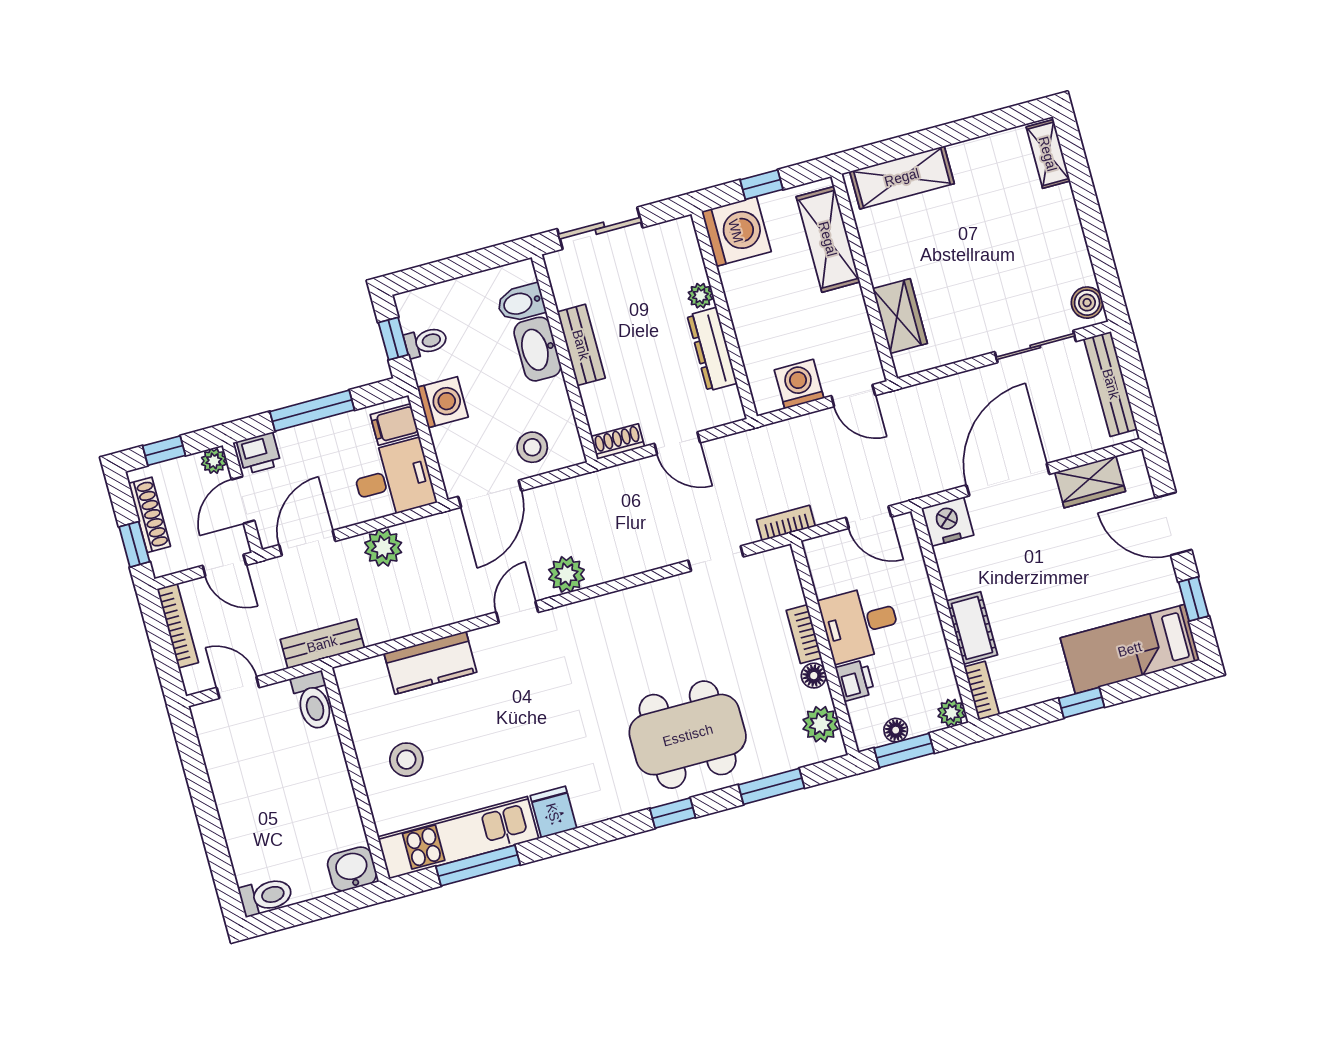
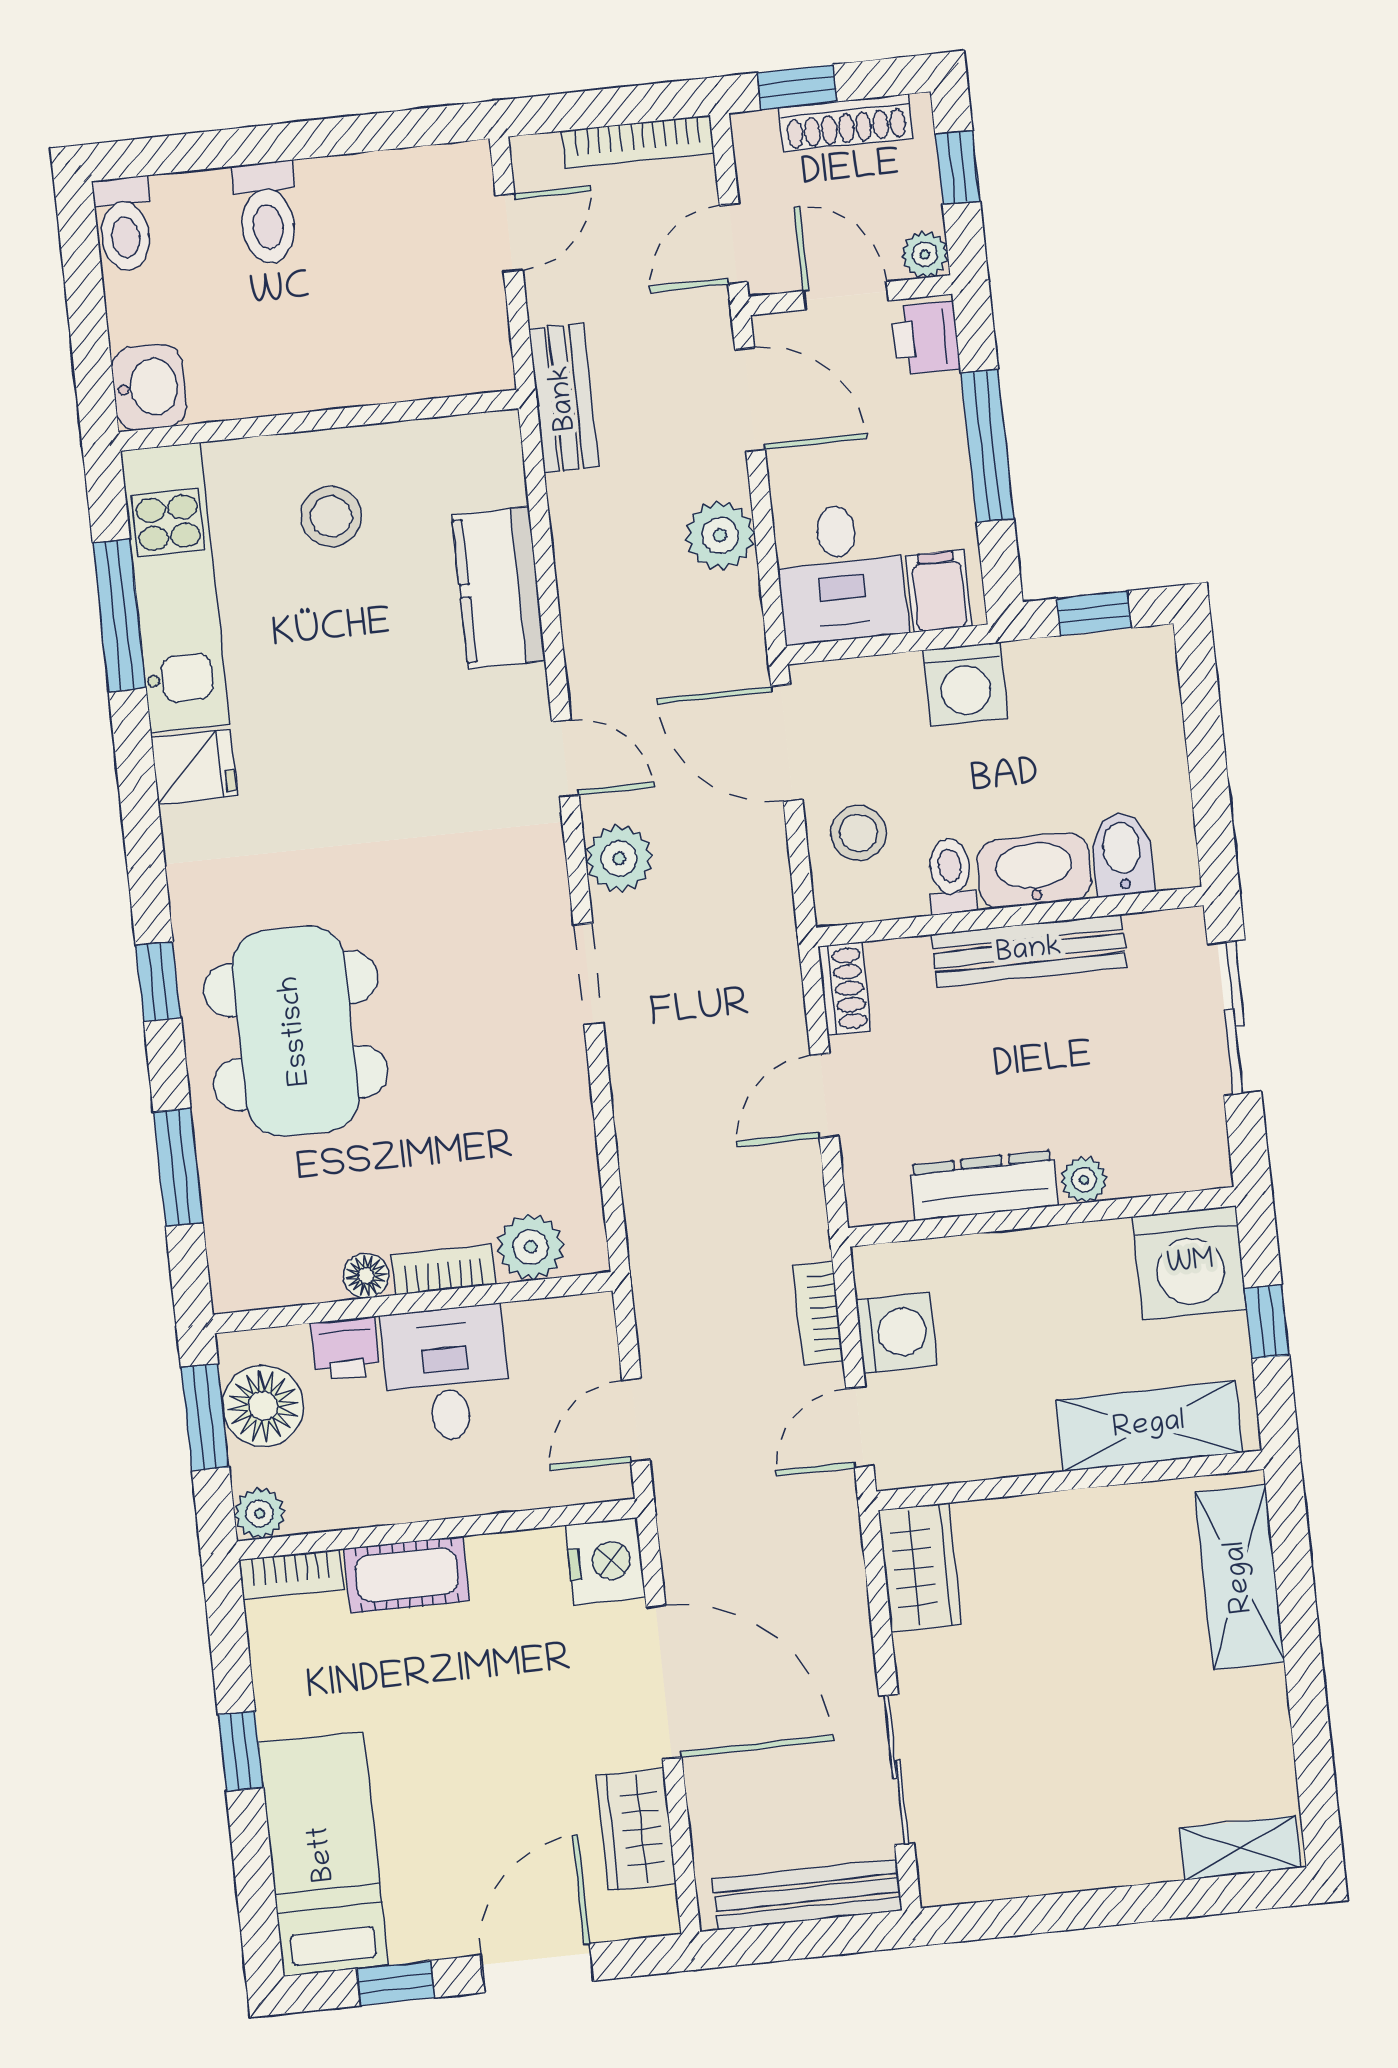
boiler: (1087, 303) -> (961, 1875), removed
wardrobe: (900, 316) -> (920, 1567), moved, turned -90
toilet: (426, 342) -> (951, 876), moved, turned 180
bench: (581, 345) -> (1029, 951), width x1.36
bookcase: (786, 523) -> (818, 1313), moved, turned 180
doorway: (716, 559) -> (588, 974), moved
toilet: (313, 701) -> (267, 213), moved, turned -90
plant: (821, 724) -> (531, 1247), moved
floor lamp: (896, 730) -> (263, 1406), width x1.89, depth x1.89

